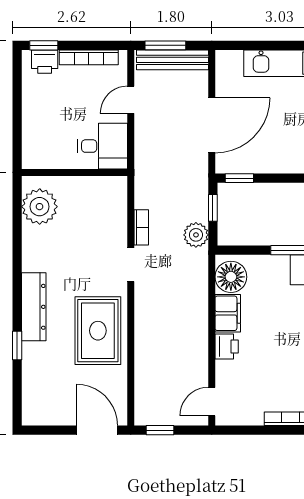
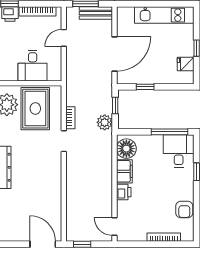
bench: (173, 60) -> (96, 13), width x0.73
desk: (103, 146) -> (33, 66), moved, turned 90
window: (239, 178) -> (145, 87), moved
rug: (98, 331) -> (35, 109), moved
door: (212, 402) -> (114, 227), hinge flipped

